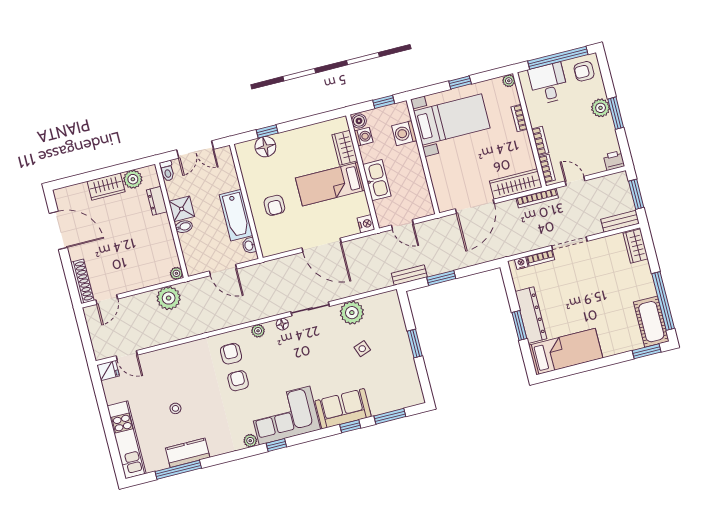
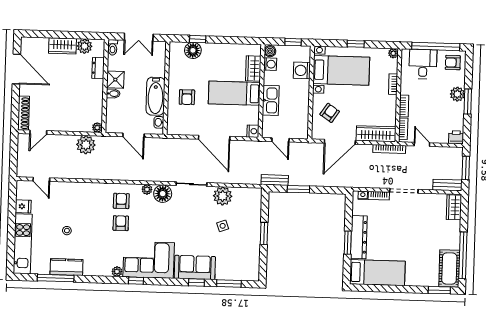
armchair: (453, 175) -> (330, 113), added
floor lamp: (282, 324) -> (163, 194), width x1.89, depth x1.89
fridge: (108, 370) -> (23, 206), moved

